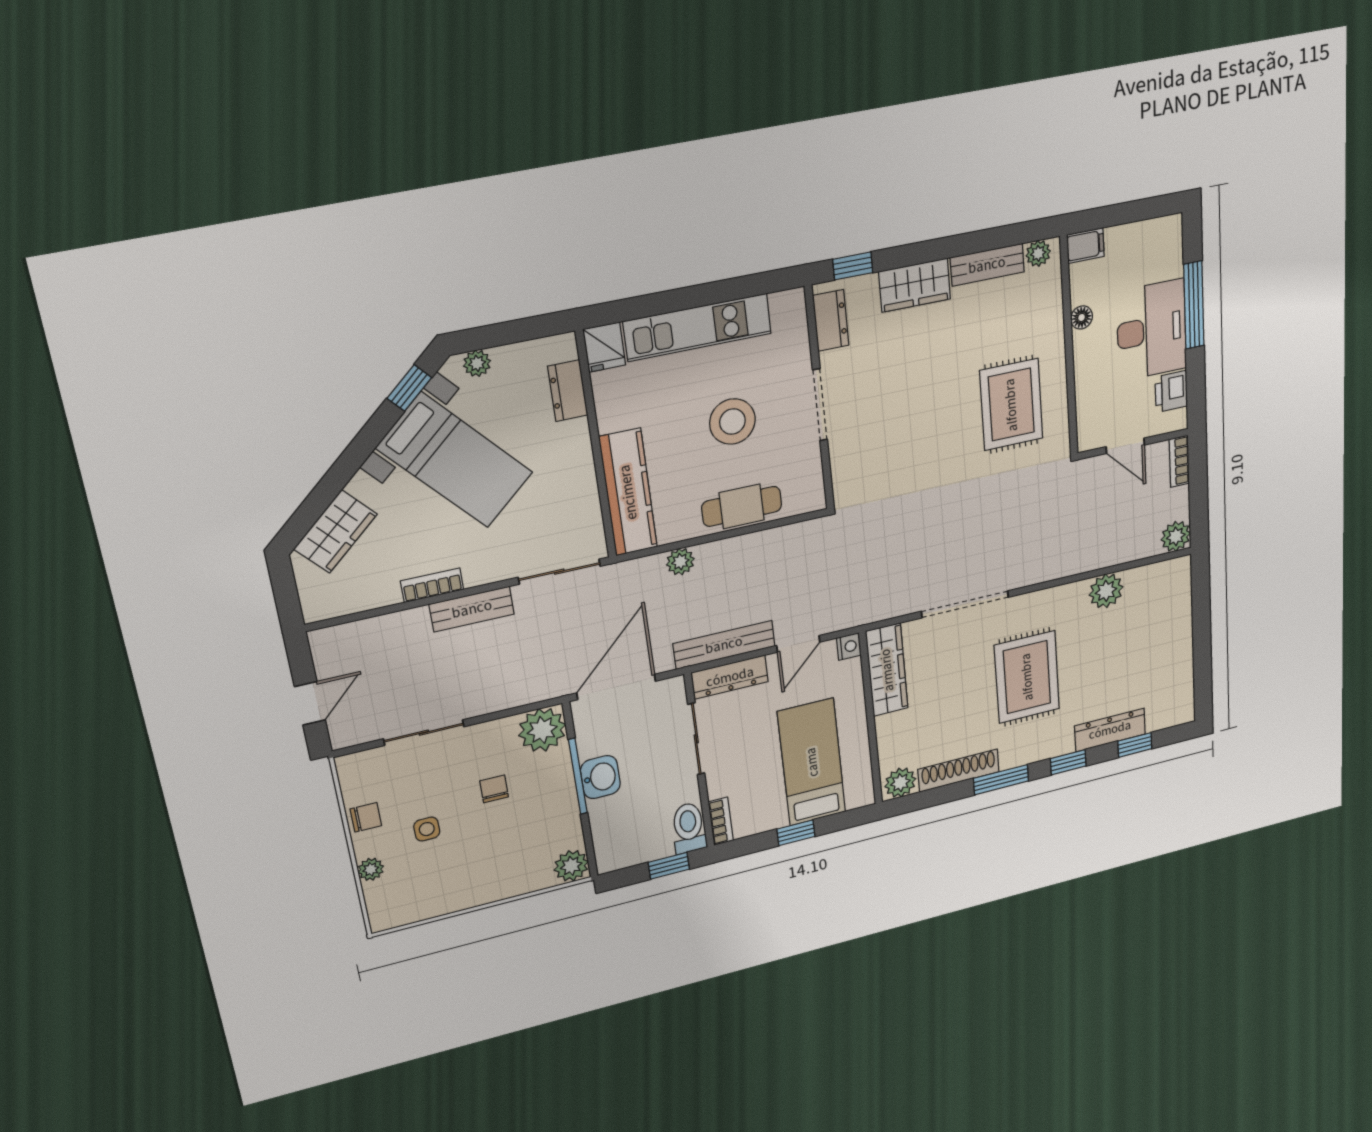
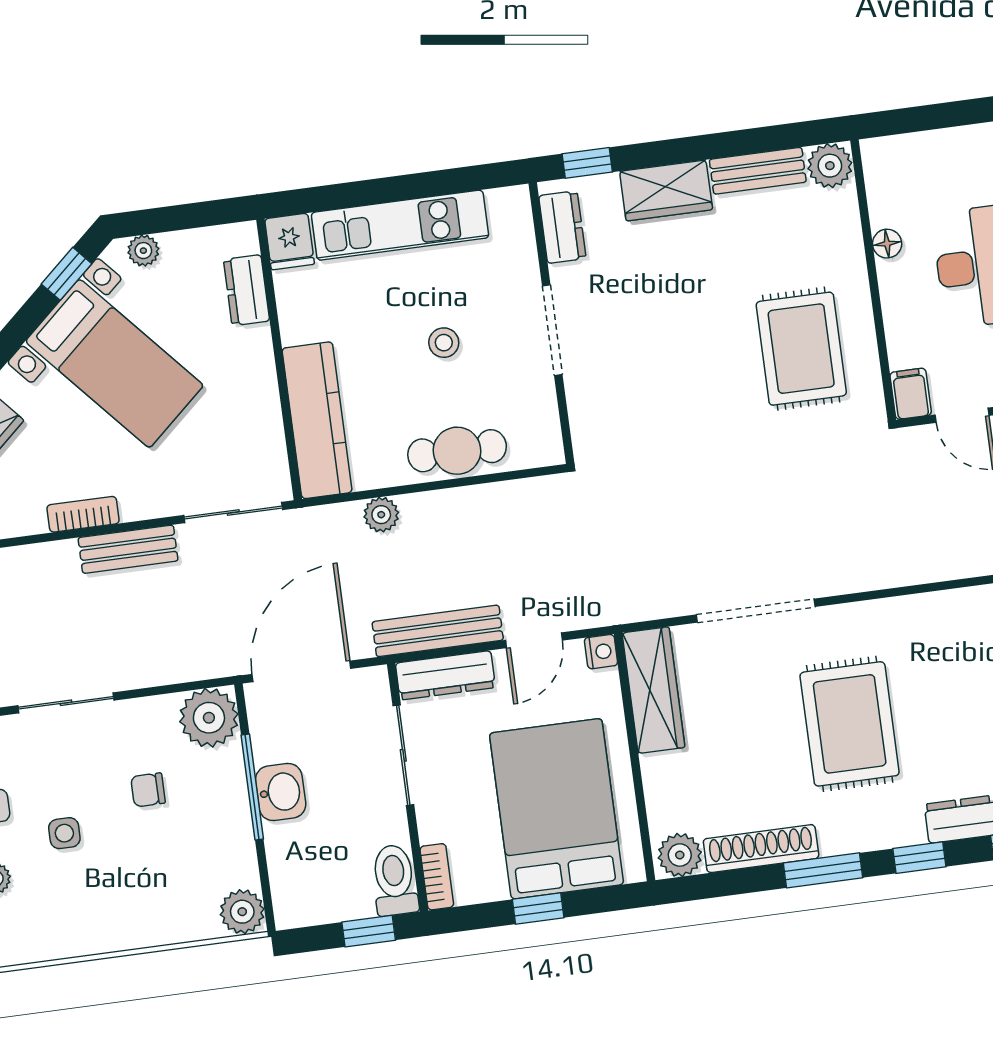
filing cabinet: (1085, 246) -> (911, 394), moved, turned -90
plant: (1038, 253) -> (830, 166), width x1.38, depth x1.38
stool: (732, 422) -> (444, 343), width x0.53, depth x0.53
plant: (1106, 591) -> (953, 613), removed
bed: (812, 762) -> (557, 809), width x1.50
chair: (494, 789) -> (148, 790), turned -90

